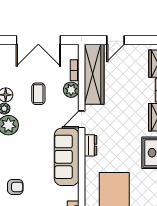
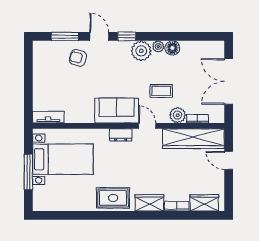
coffee table: (38, 94) -> (161, 91), moved
sofa: (67, 157) -> (117, 111), width x0.73
armchair: (15, 187) -> (78, 58), turned 105

